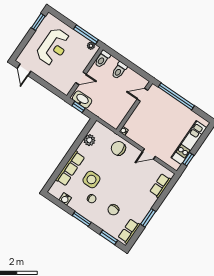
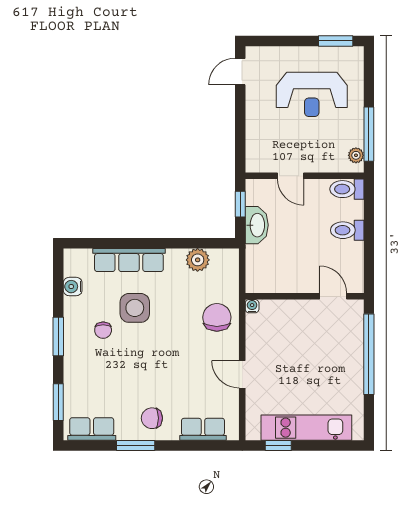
washbasin: (82, 100) -> (257, 225), moved
chair: (113, 210) -> (152, 418), moved

